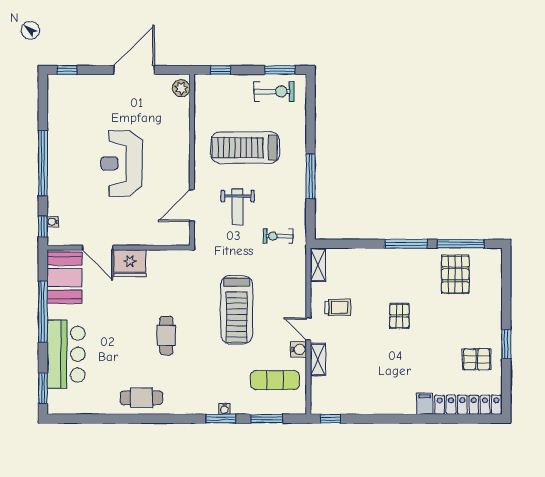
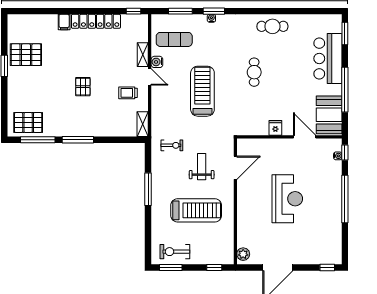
fridge: (130, 263) -> (275, 128), width x0.53, depth x0.75
pallet: (455, 274) -> (28, 123), moved, turned 90
pallet: (477, 359) -> (26, 55), width x1.50, depth x1.42
locker: (468, 405) -> (96, 21), moved

